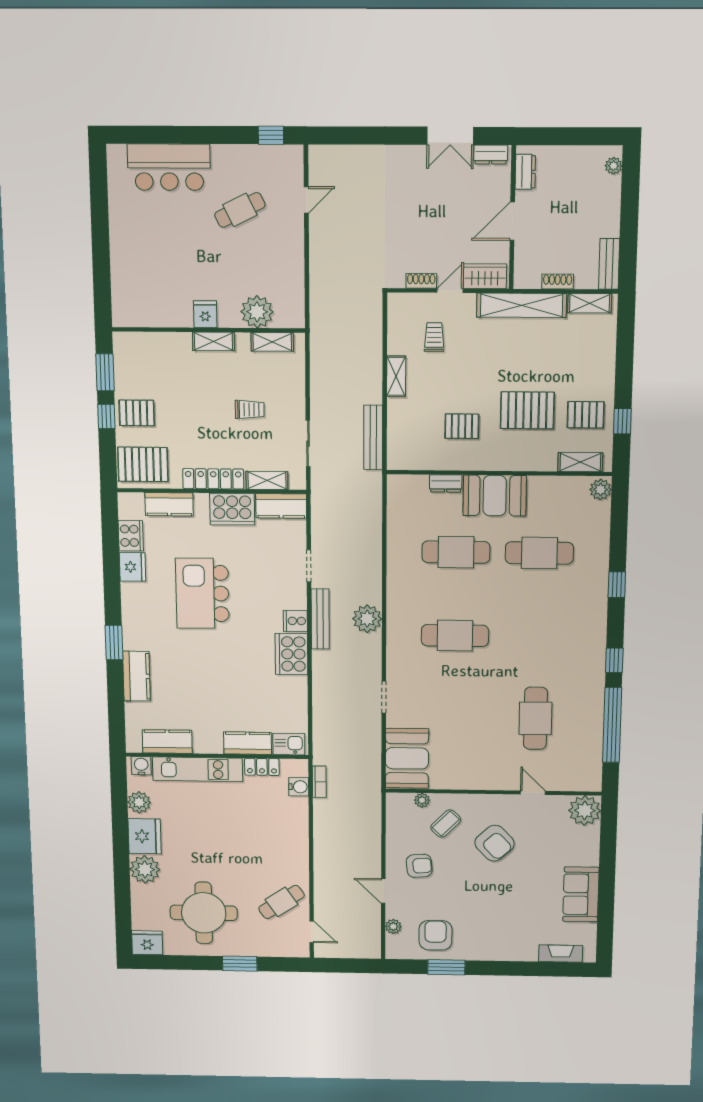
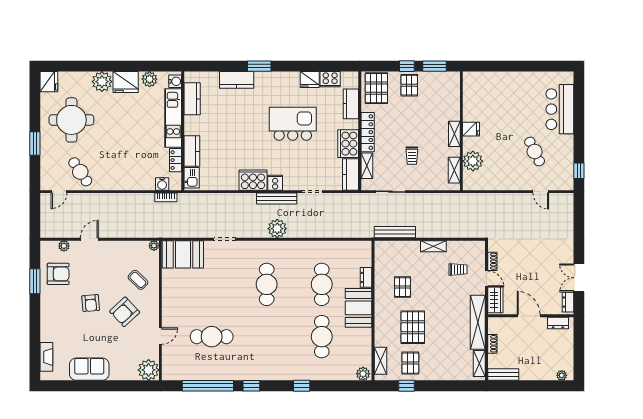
plant: (422, 800) -> (154, 246), moved
armchair: (419, 866) -> (91, 303), moved

